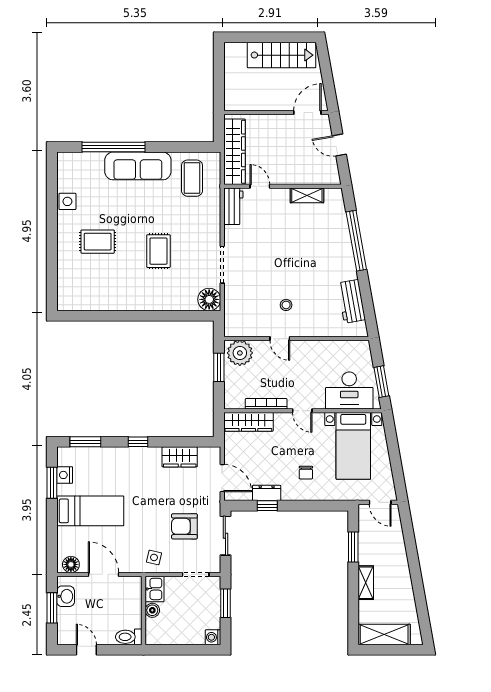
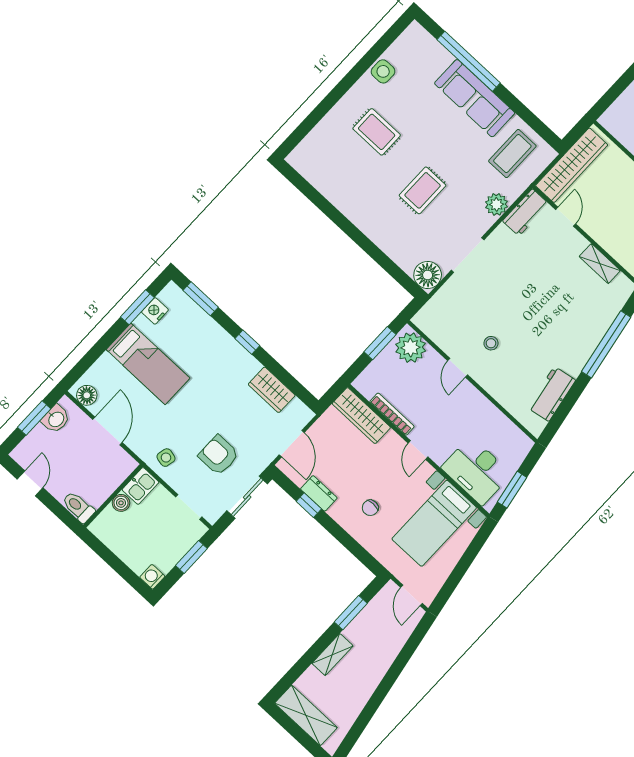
plant: (211, 218) -> (496, 204), added

